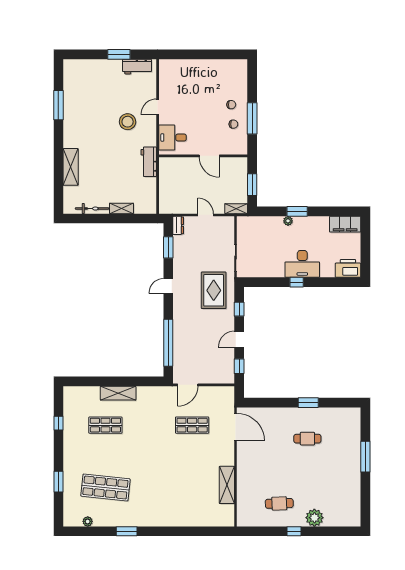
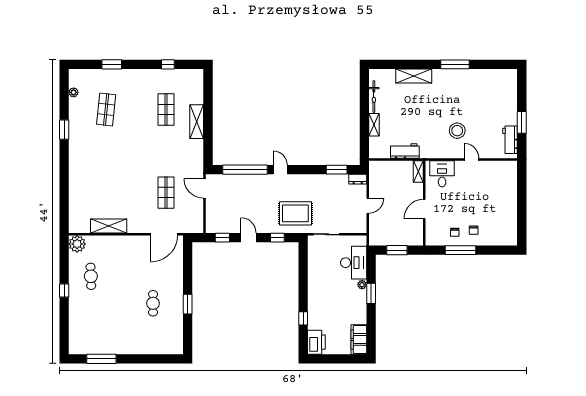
window: (58, 105) -> (455, 64), moved
workbench: (149, 162) -> (405, 151), moved
shelving: (236, 209) -> (418, 171), moved
desk: (302, 264) -> (354, 263), moved, turned 180
window: (297, 282) -> (303, 318), moved
door: (168, 286) -> (280, 170), moved
window: (365, 457) -> (101, 359), moved
shop shelf: (105, 487) -> (106, 109), width x0.70, depth x0.74
plant: (314, 518) -> (77, 244), moved

